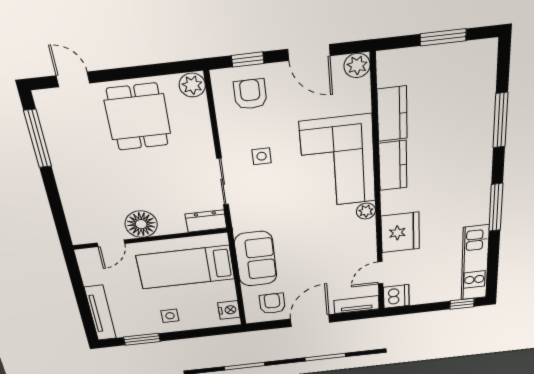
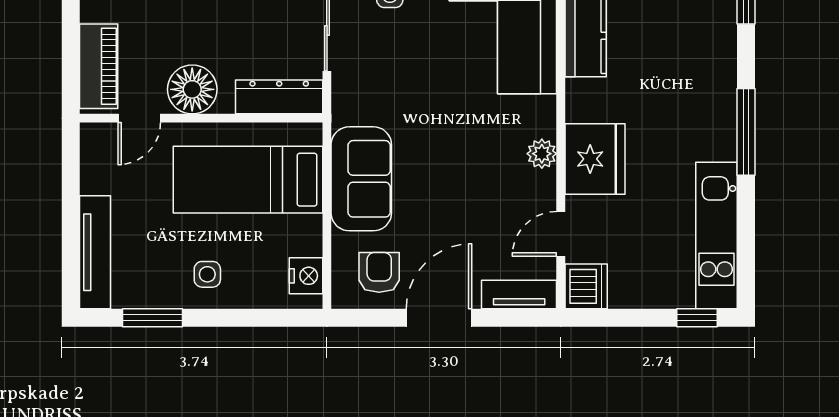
plant: (366, 211) -> (542, 154), moved
piano: (78, 218) -> (99, 66), added
dresser: (206, 221) -> (279, 97), width x1.44

